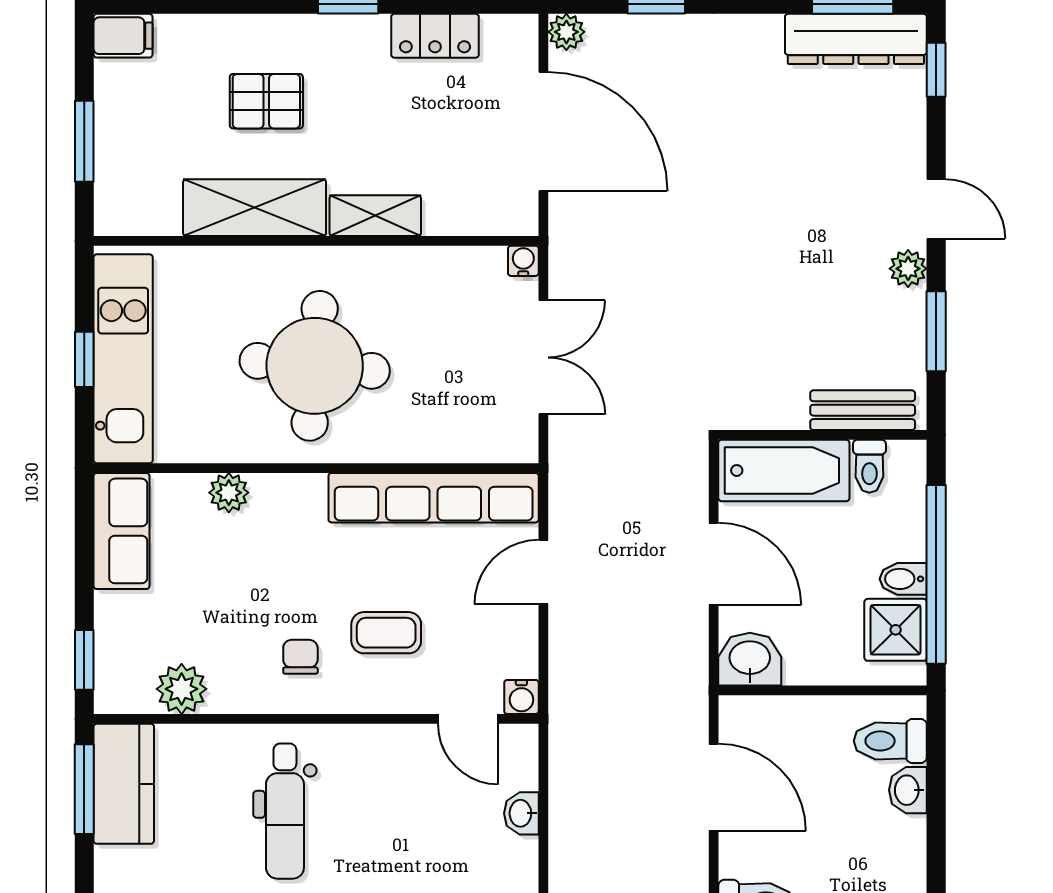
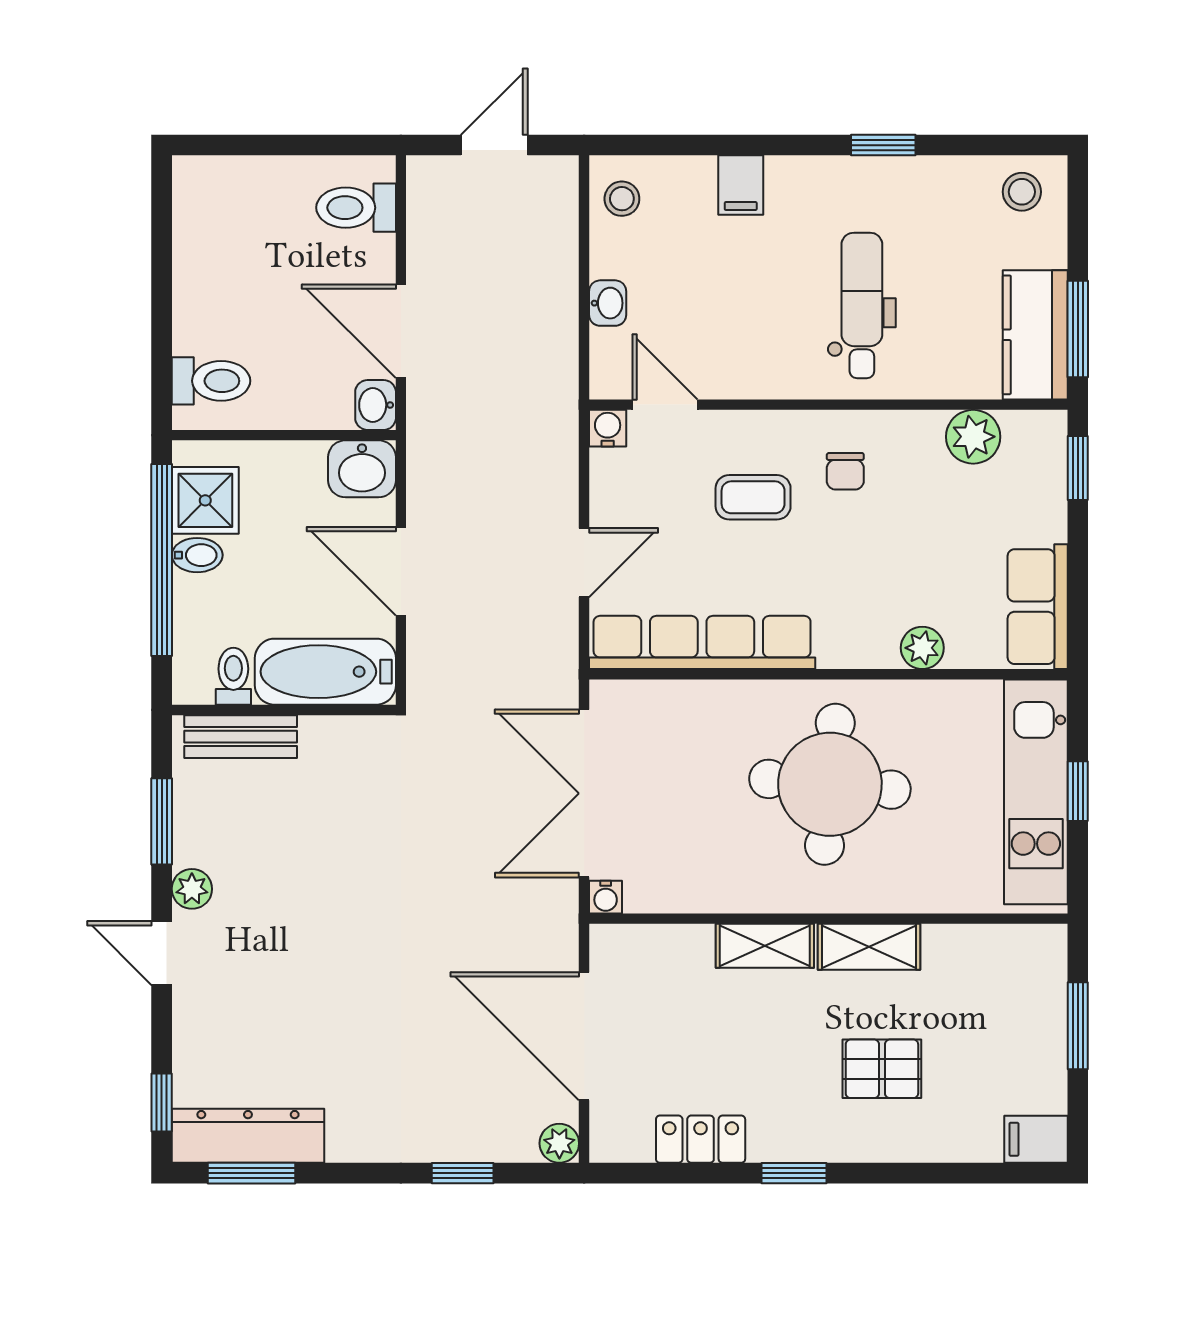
shelving: (255, 208) -> (869, 947), width x0.67, depth x0.75
double door: (543, 357) -> (584, 793), width x1.37
washbasin: (908, 790) -> (376, 405), moved, turned 180

